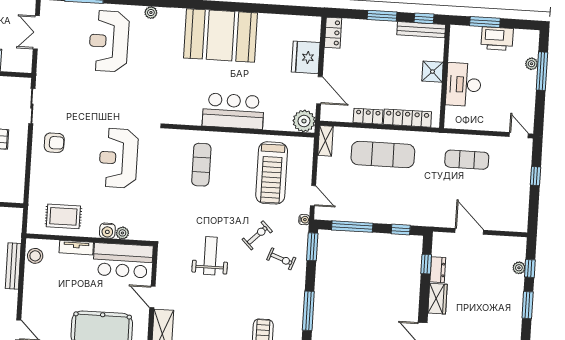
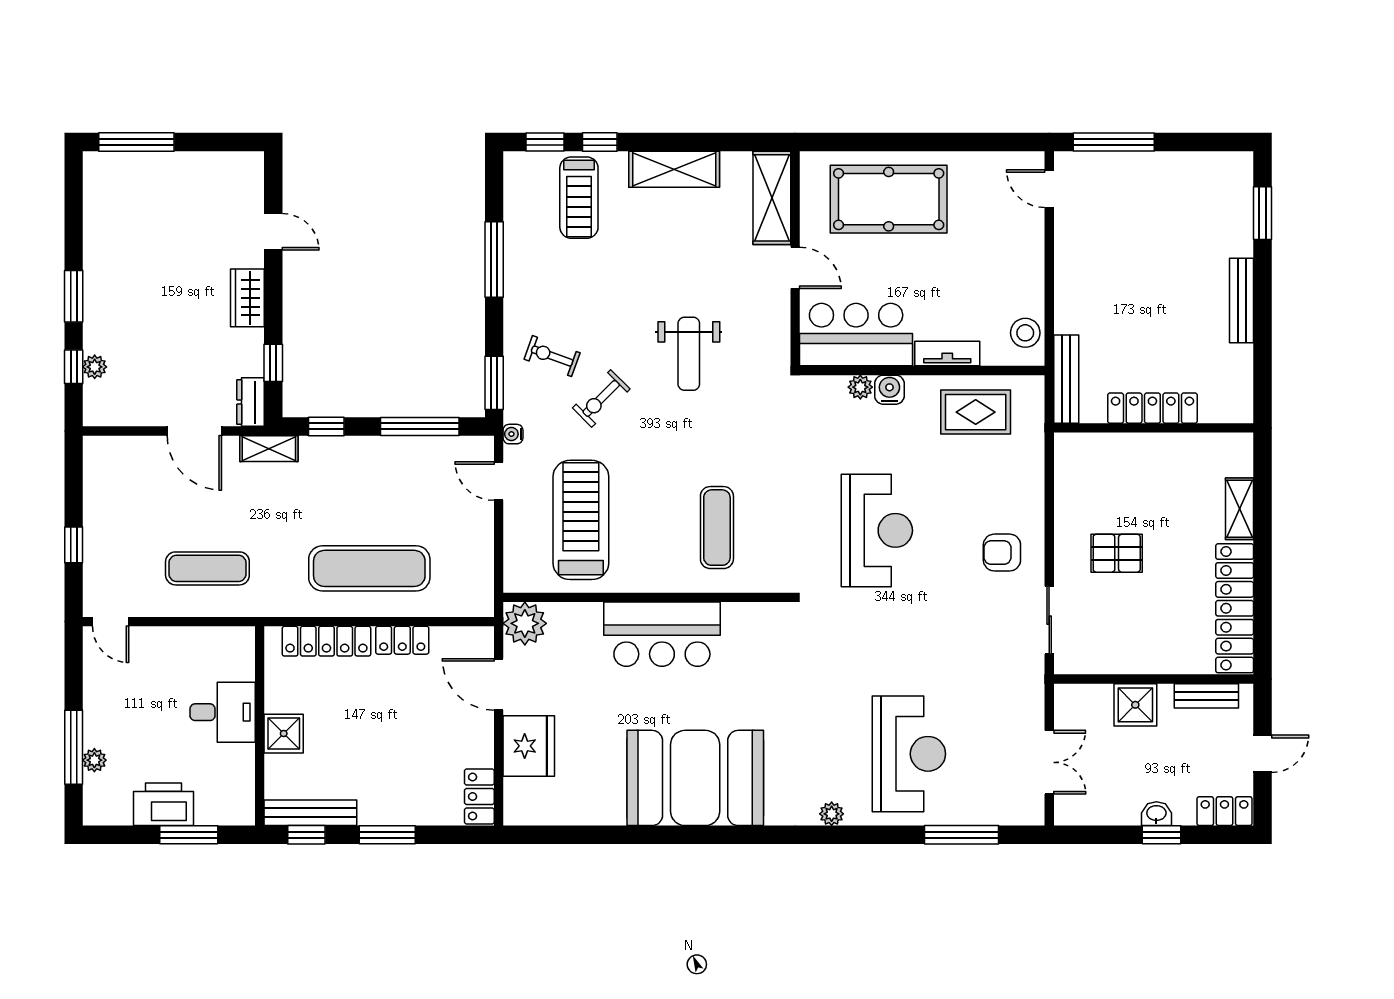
desk: (463, 85) -> (223, 712), width x0.73
shelving: (326, 141) -> (269, 449), moved, turned 90
bench: (13, 266) -> (1066, 379), moved
dresser: (438, 270) -> (250, 402), moved

